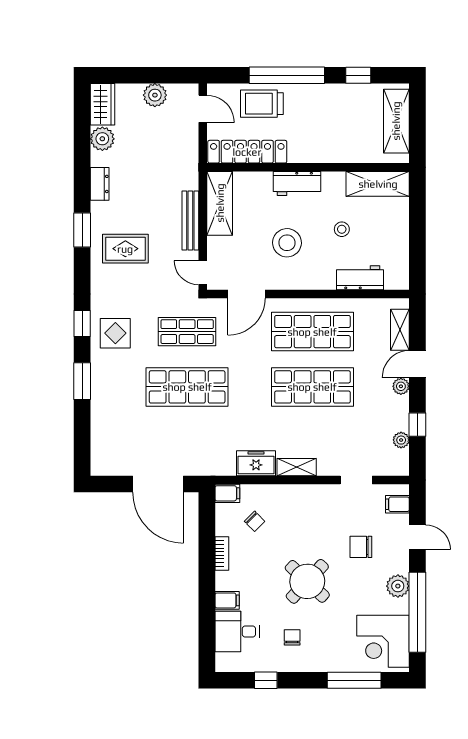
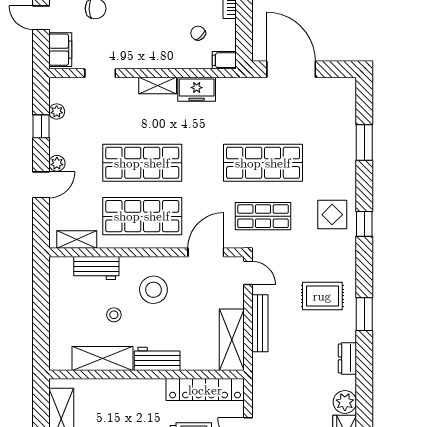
shelving: (378, 184) -> (102, 358), moved
stool: (287, 243) -> (153, 290), moved
shelving: (400, 330) -> (77, 239), moved, turned 90
window: (82, 381) -> (364, 143), moved
filing cabinet: (397, 504) -> (60, 50), width x2.00

